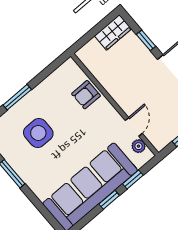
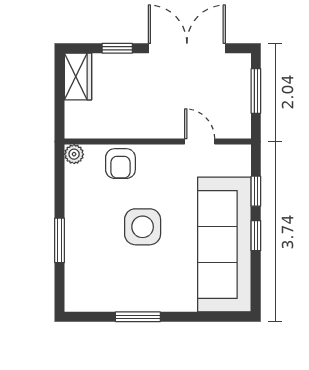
side table: (38, 133) -> (143, 227), moved
plant: (139, 146) -> (74, 154), moved

